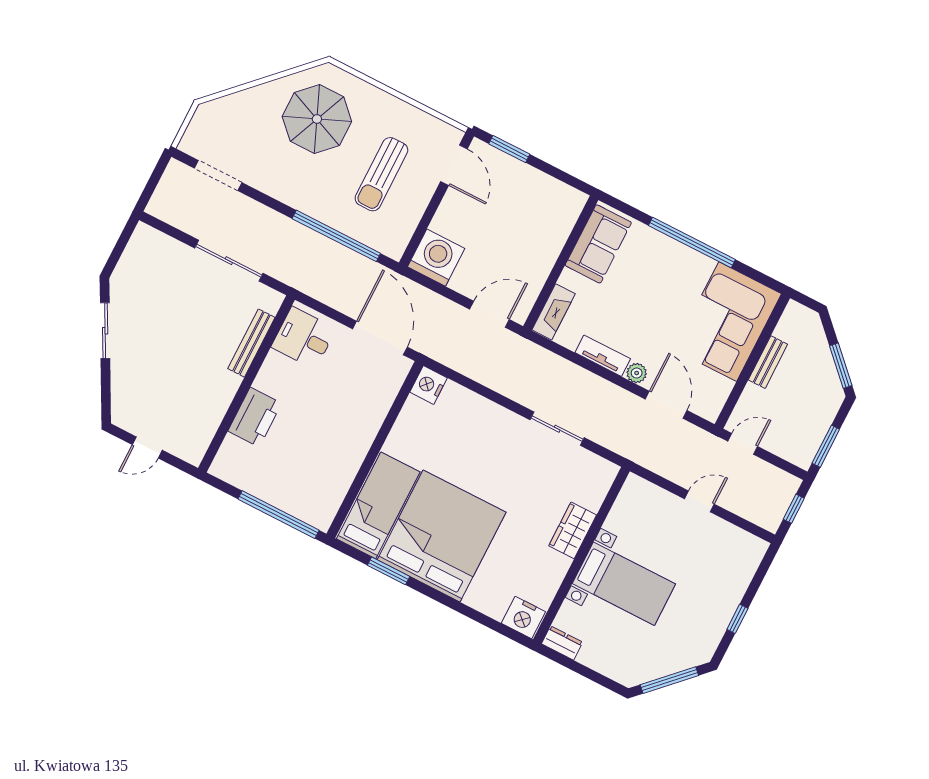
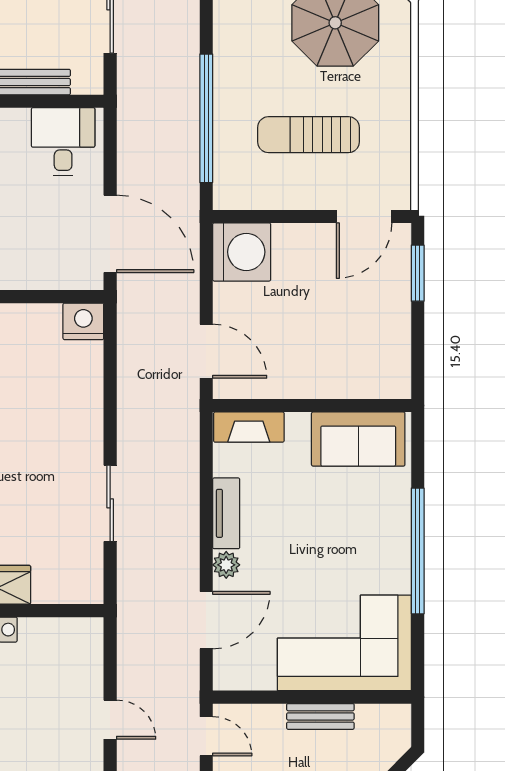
door: (380, 338) -> (110, 234), hinge flipped

